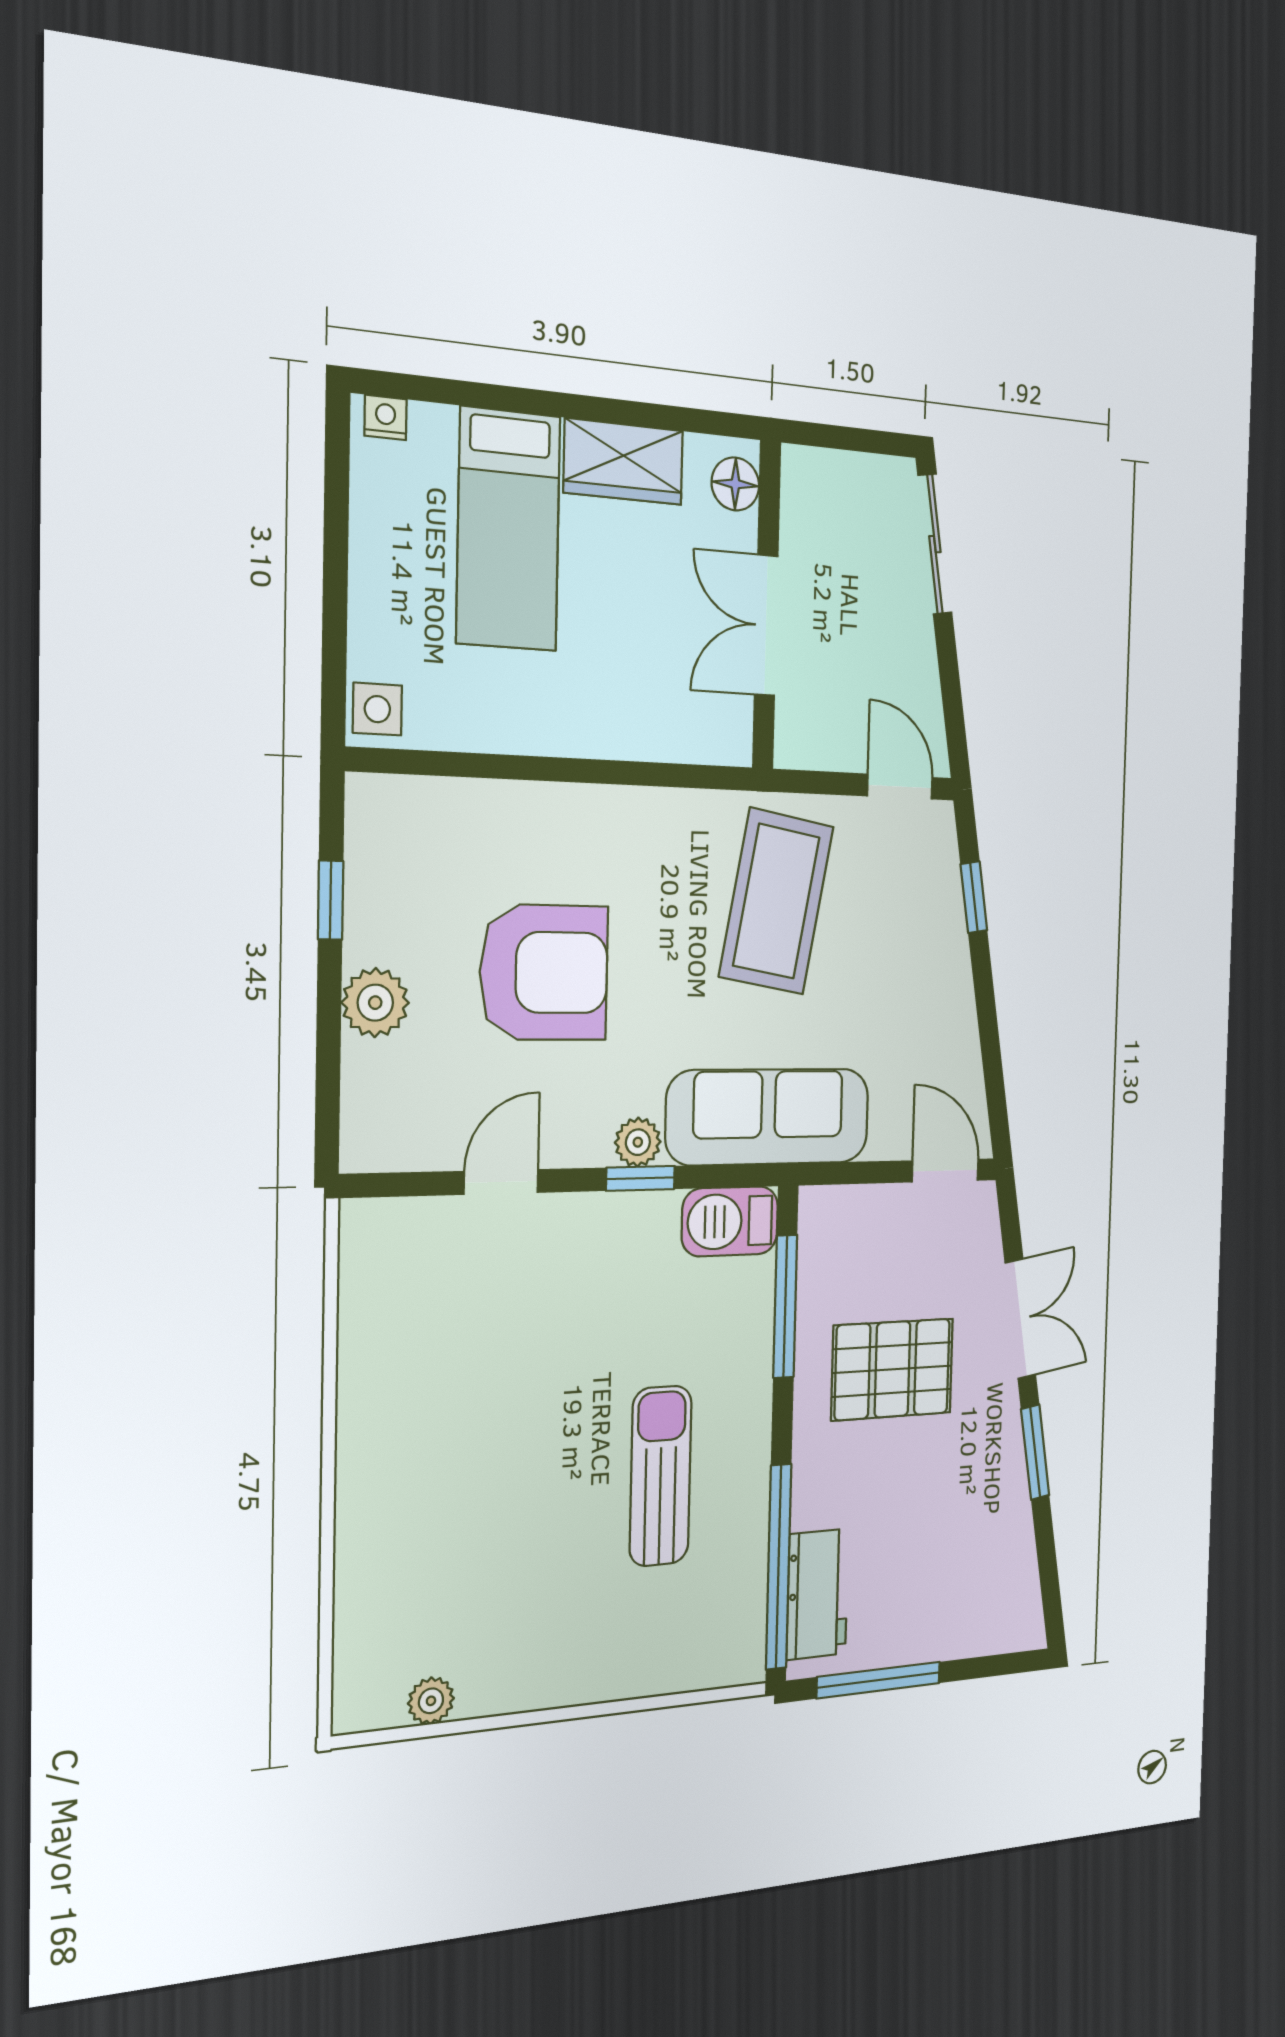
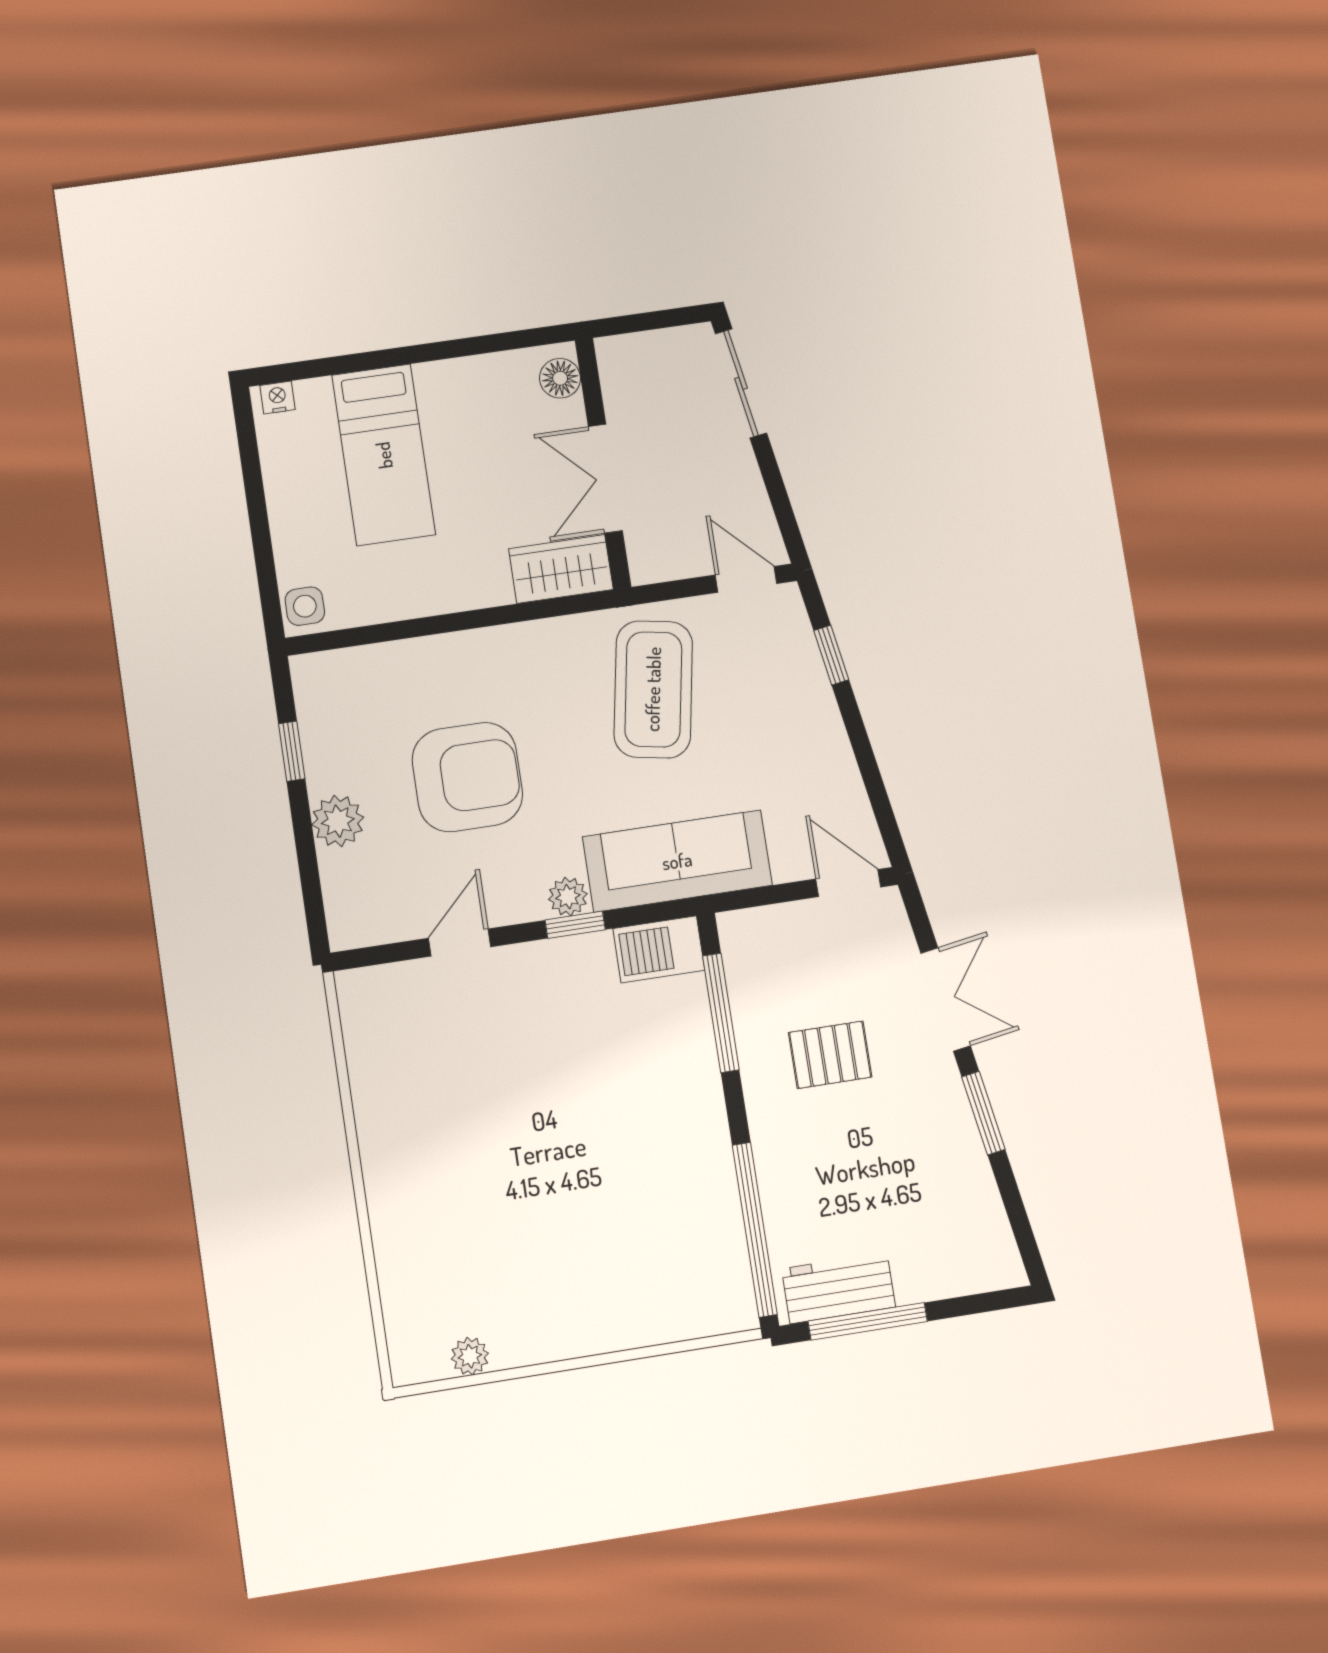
wardrobe: (624, 462) -> (561, 569), moved, turned 180
pallet: (892, 1369) -> (830, 1055), width x0.67, depth x0.71
sun lounger: (661, 1476) -> (635, 1162), removed
workbench: (818, 1594) -> (839, 1288), moved, turned -90

